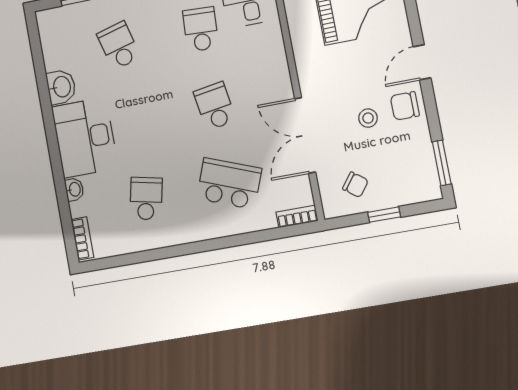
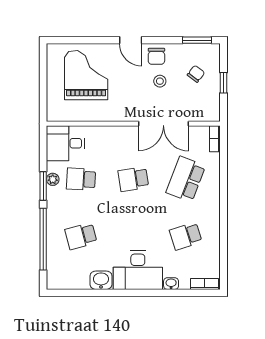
chair: (355, 185) -> (196, 74), moved
school desk: (146, 199) -> (186, 236), turned -30

